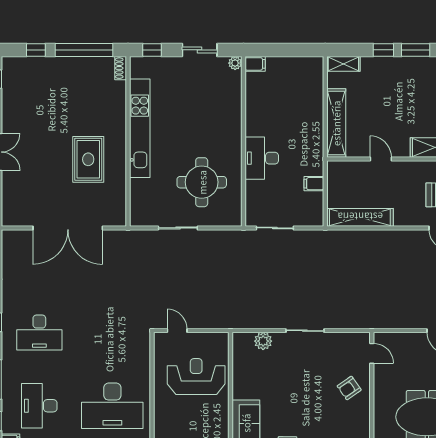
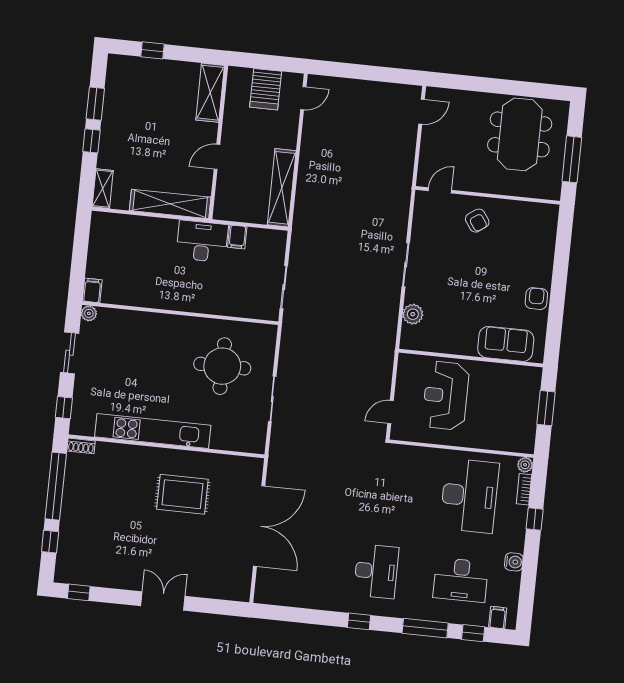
desk: (262, 158) -> (202, 241), moved, turned 180

